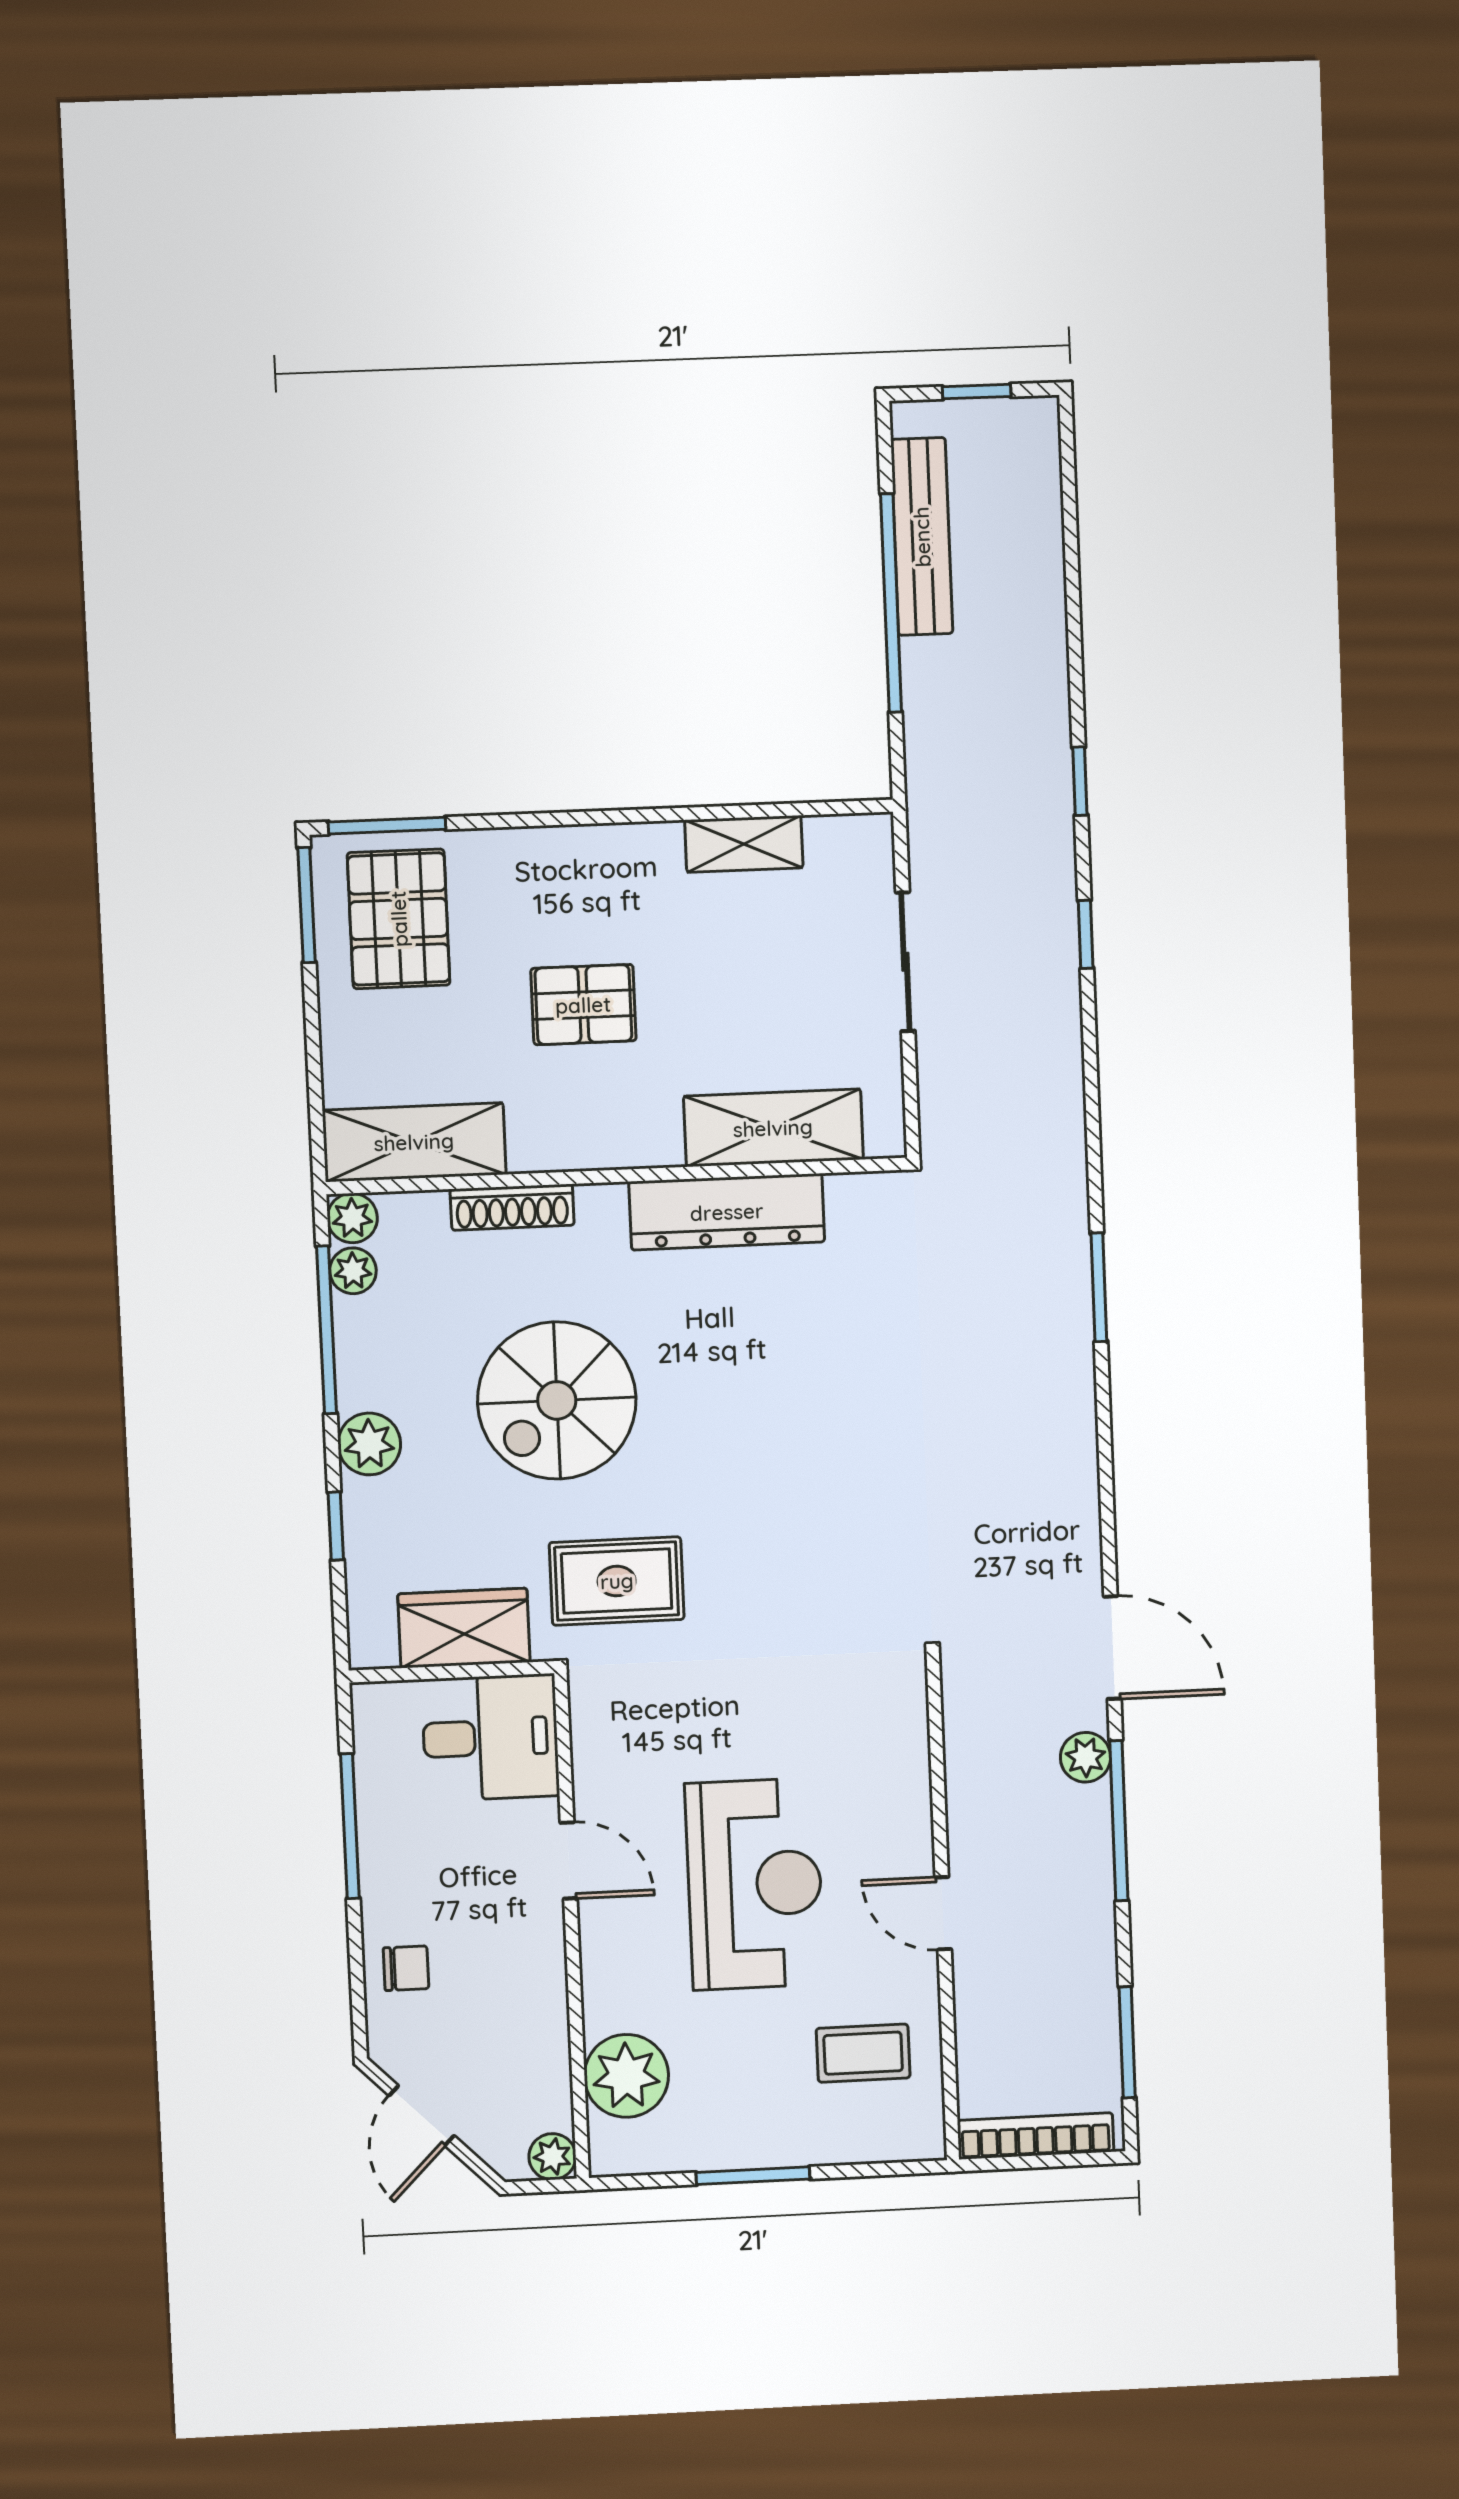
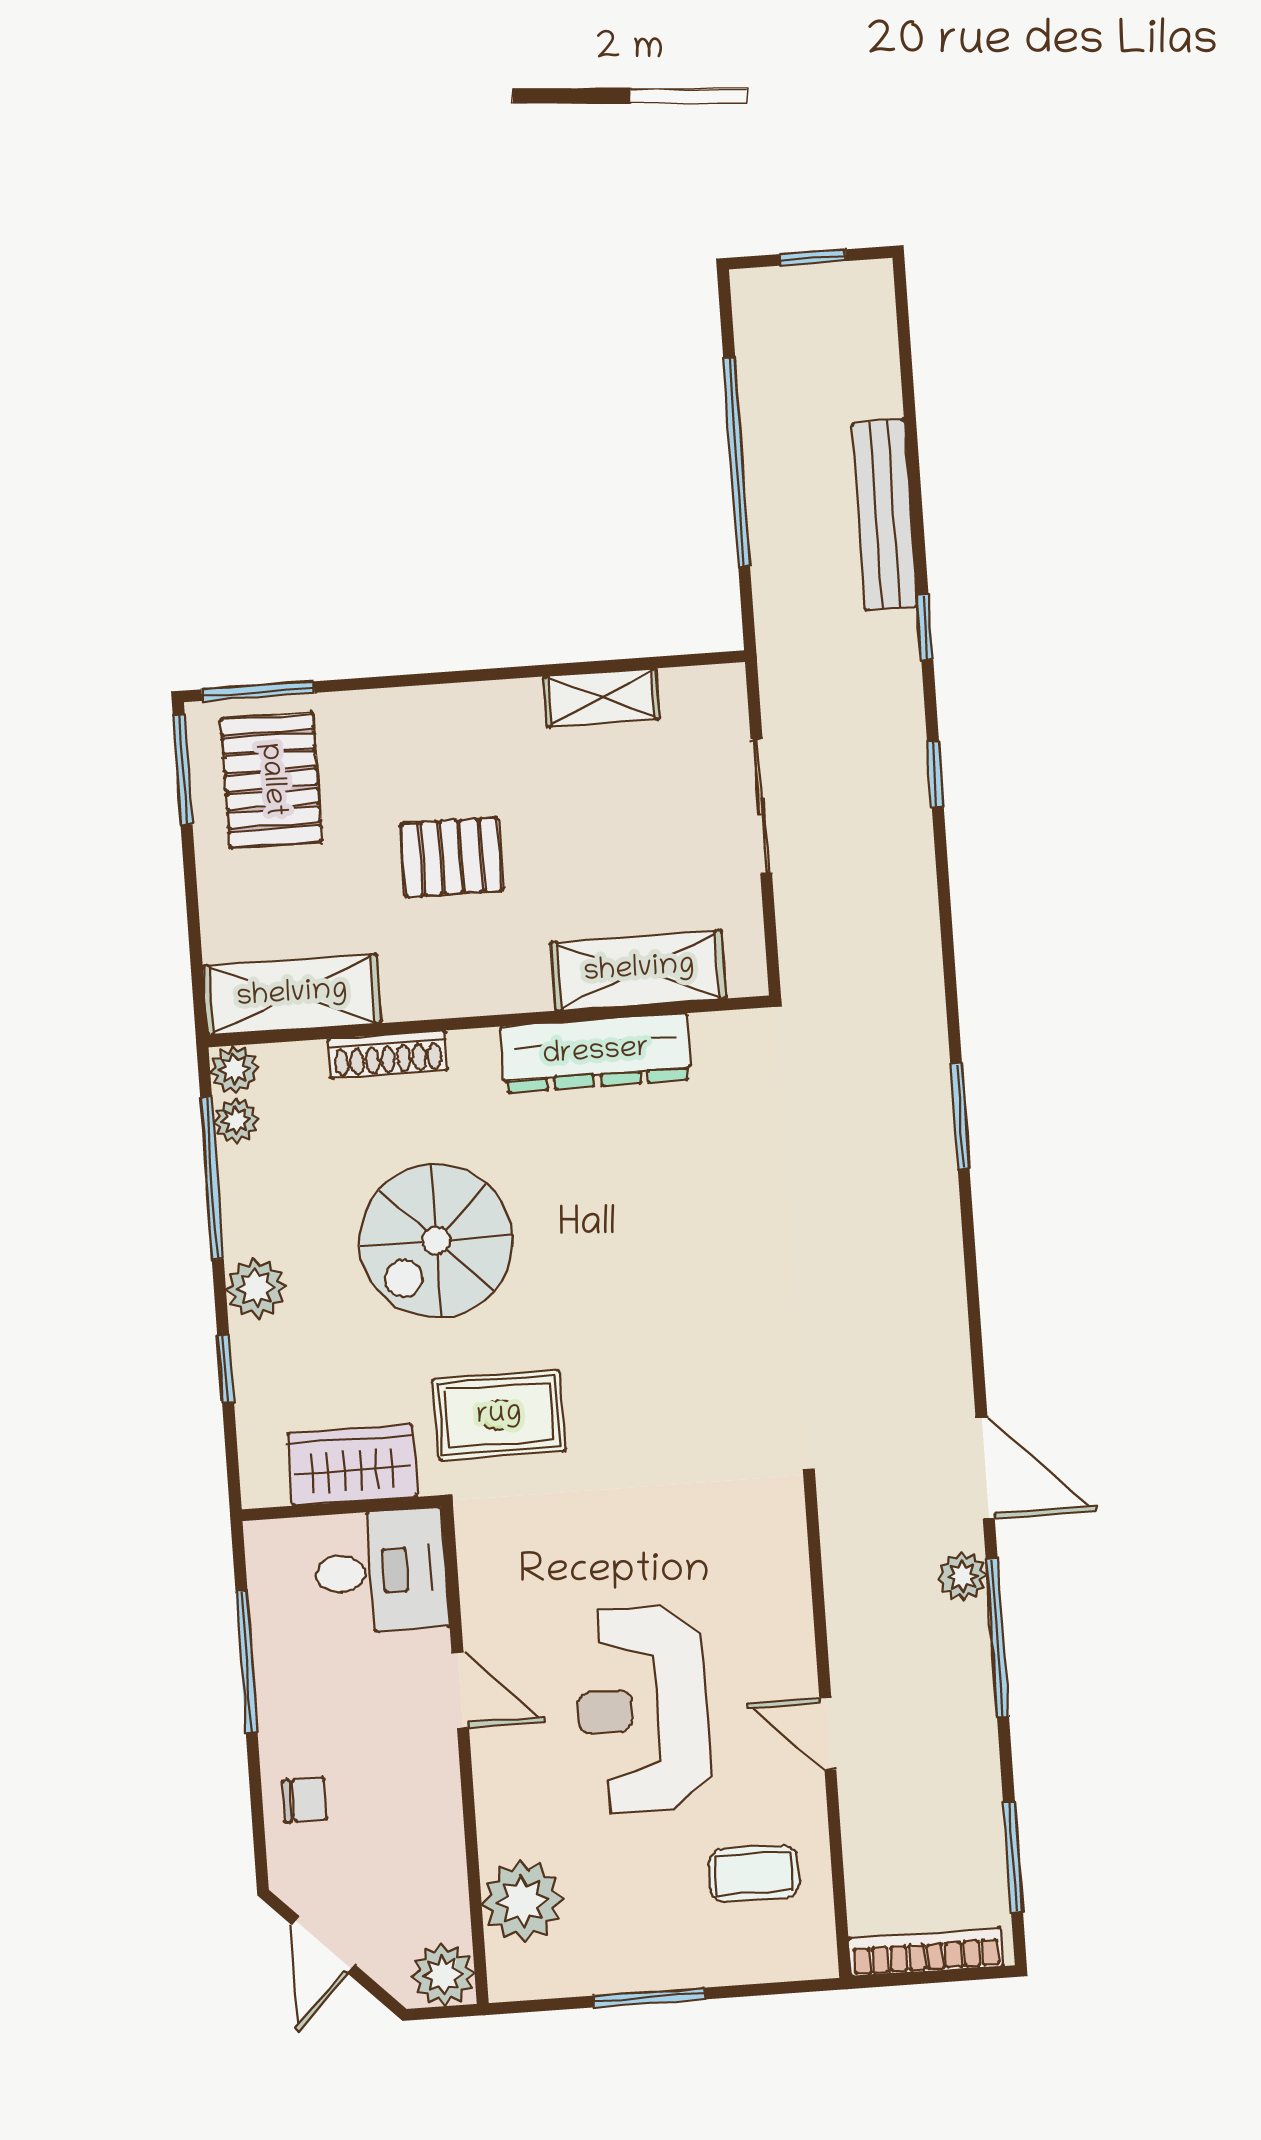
bench: (922, 537) -> (885, 515), moved
reception desk: (755, 1884) -> (642, 1709), turned 180
plant: (552, 2157) -> (443, 1975), width x1.38, depth x1.38

